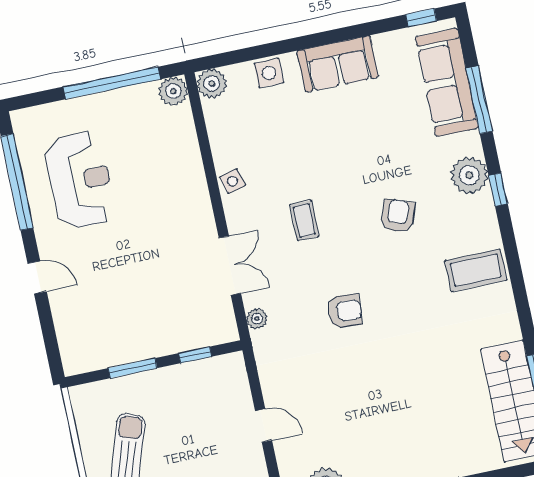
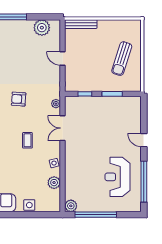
plant: (212, 84) -> (54, 183), moved

